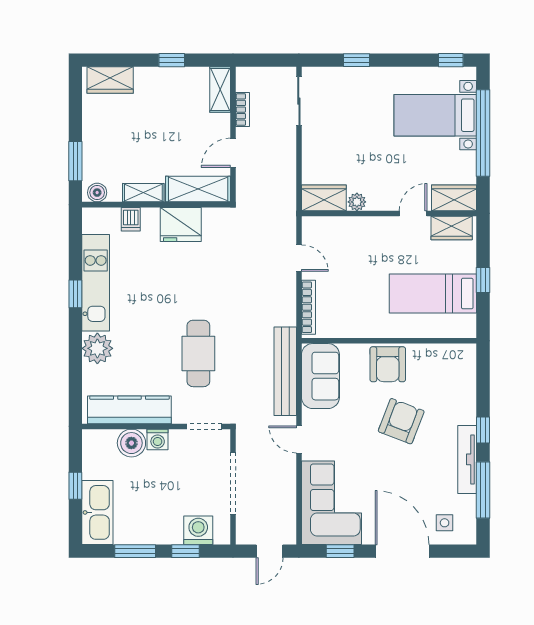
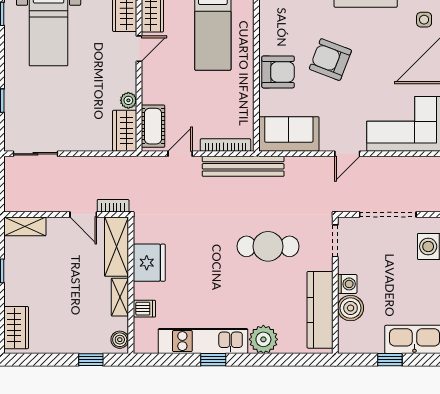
bookcase: (243, 110) -> (113, 206), moved
window: (75, 161) -> (91, 360), width x0.67
door: (413, 213) -> (139, 49), swing flipped
cot: (329, 229) -> (153, 126), added
bench: (285, 371) -> (243, 166), moved

